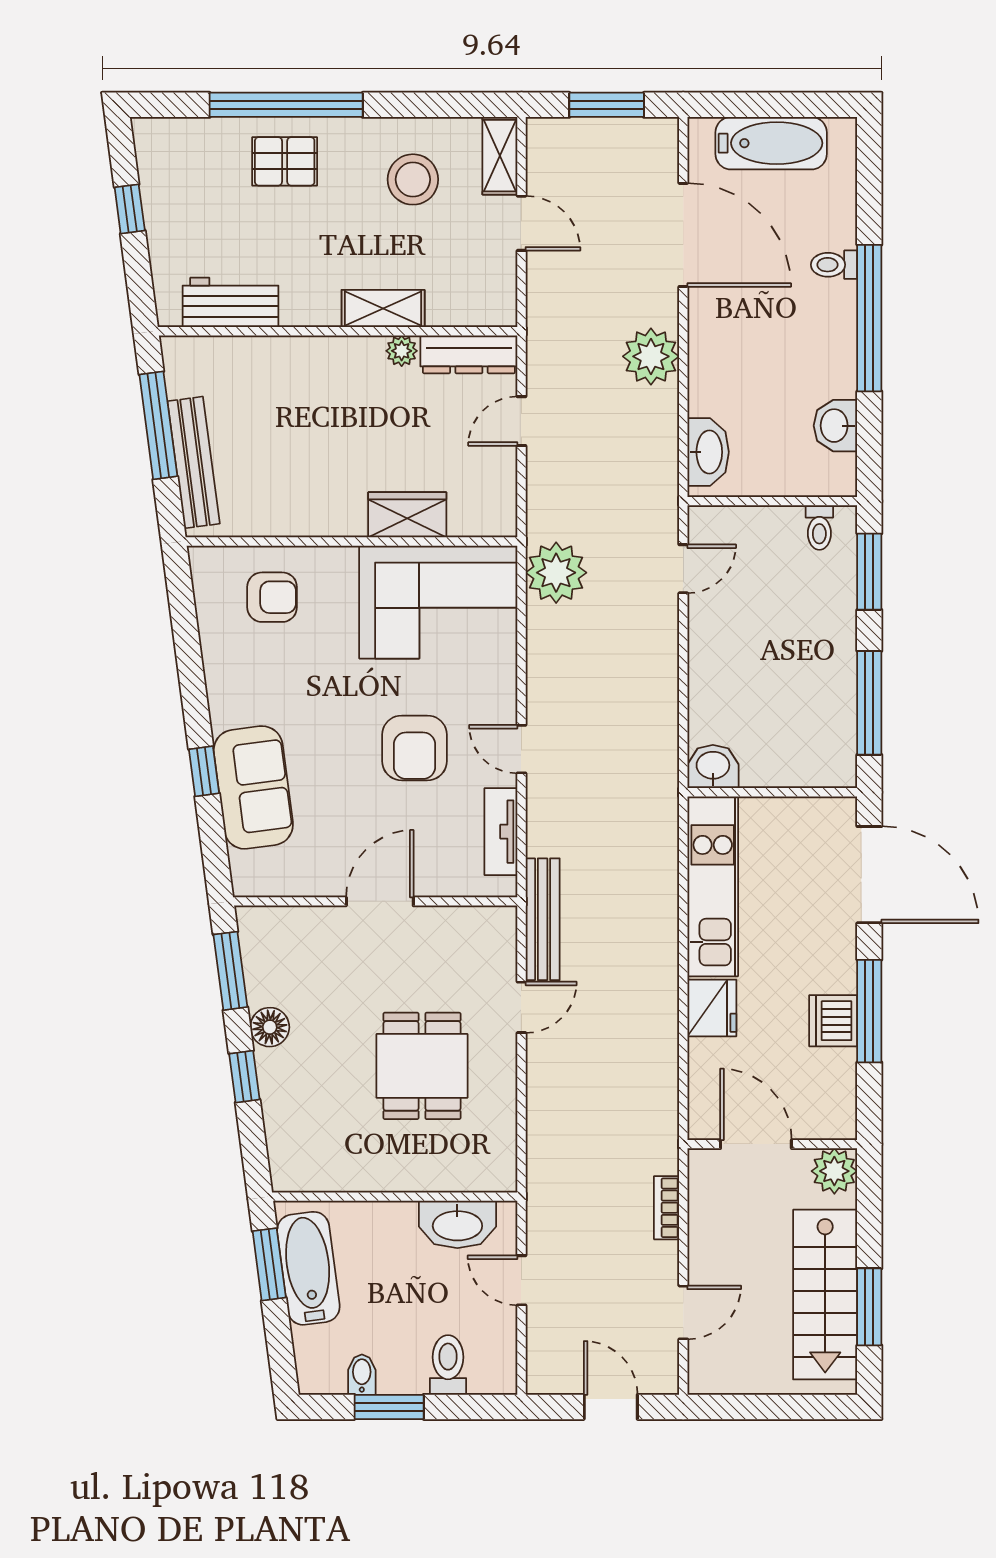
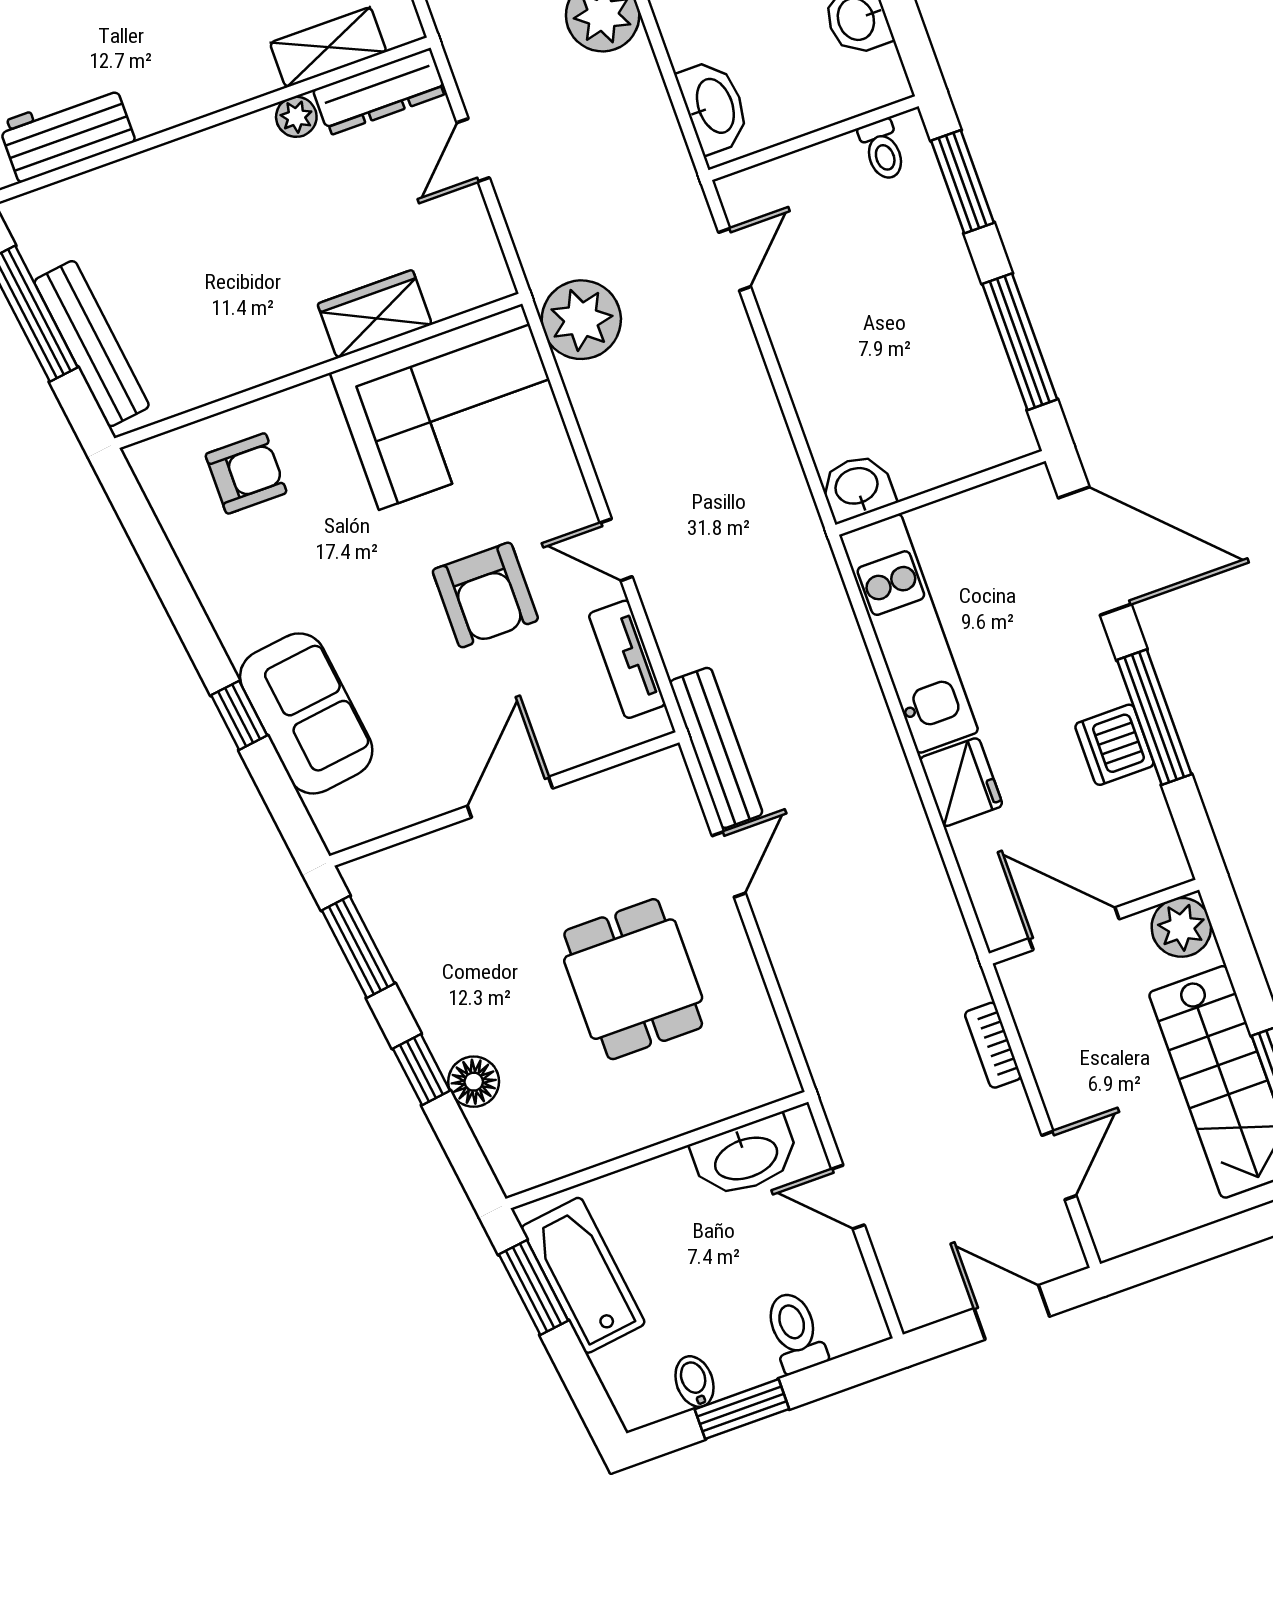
shelving: (383, 309) -> (328, 47), moved
floor lamp: (270, 1027) -> (474, 1082), moved

